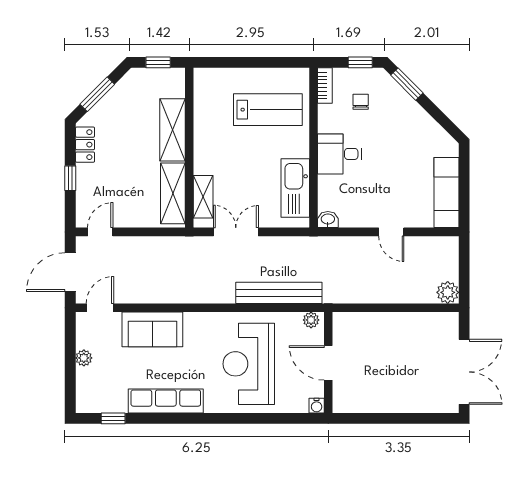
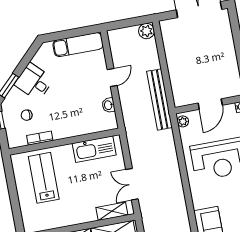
bookcase: (325, 86) -> (40, 138), moved
desk: (339, 154) -> (34, 82), moved, turned 135
washbasin: (328, 220) -> (108, 105), moved
bench: (279, 293) -> (159, 99), moved

